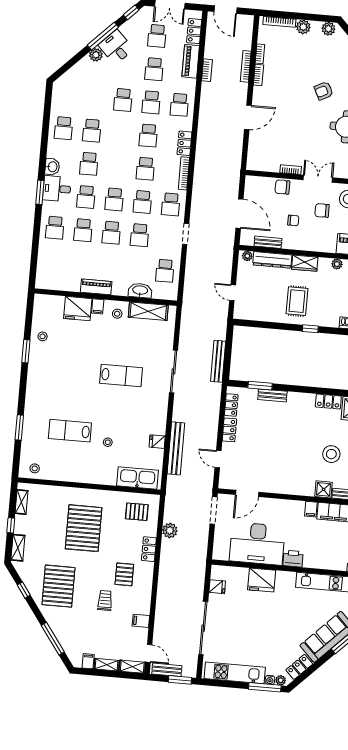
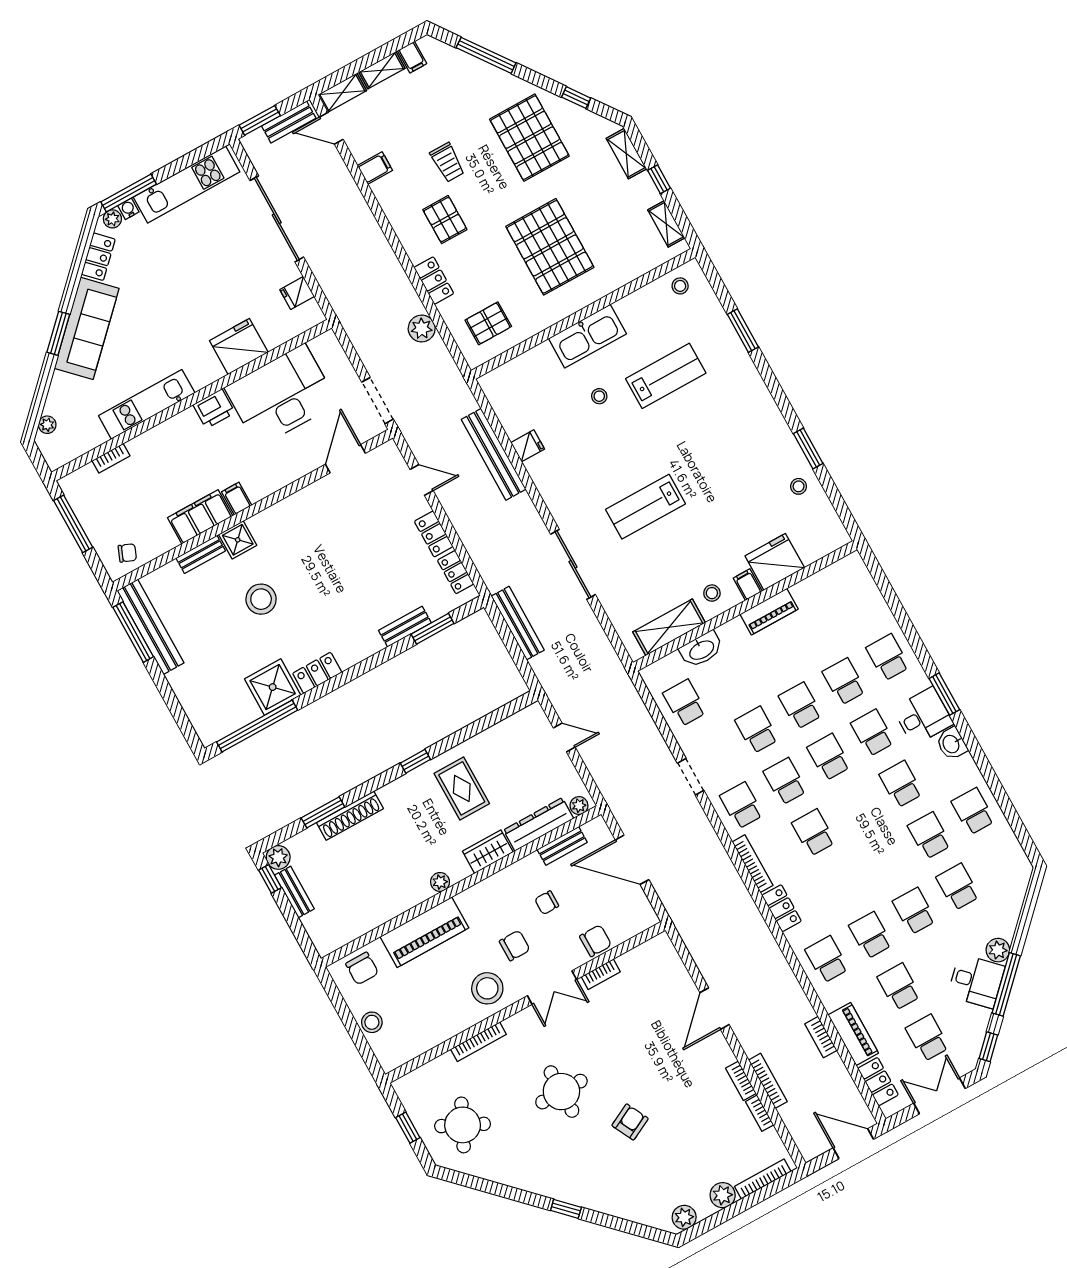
school desk: (148, 135) -> (958, 887), moved
kitchen sink: (138, 478) -> (587, 336), moved

